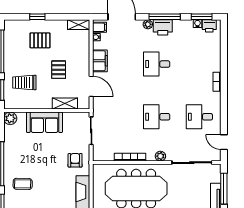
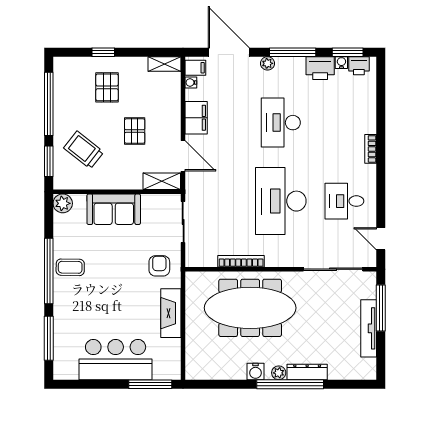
printer: (163, 27) -> (320, 68), moved
pallet: (40, 40) -> (107, 87), turned 90
desk: (157, 64) -> (281, 123), width x1.37
trolley: (24, 82) -> (84, 150), turned 38
shelving: (65, 103) -> (162, 181), moved
desk: (157, 117) -> (281, 201), width x1.87, depth x1.30
plant: (160, 156) -> (286, 260), removed
coffee table: (23, 184) -> (70, 267), moved

